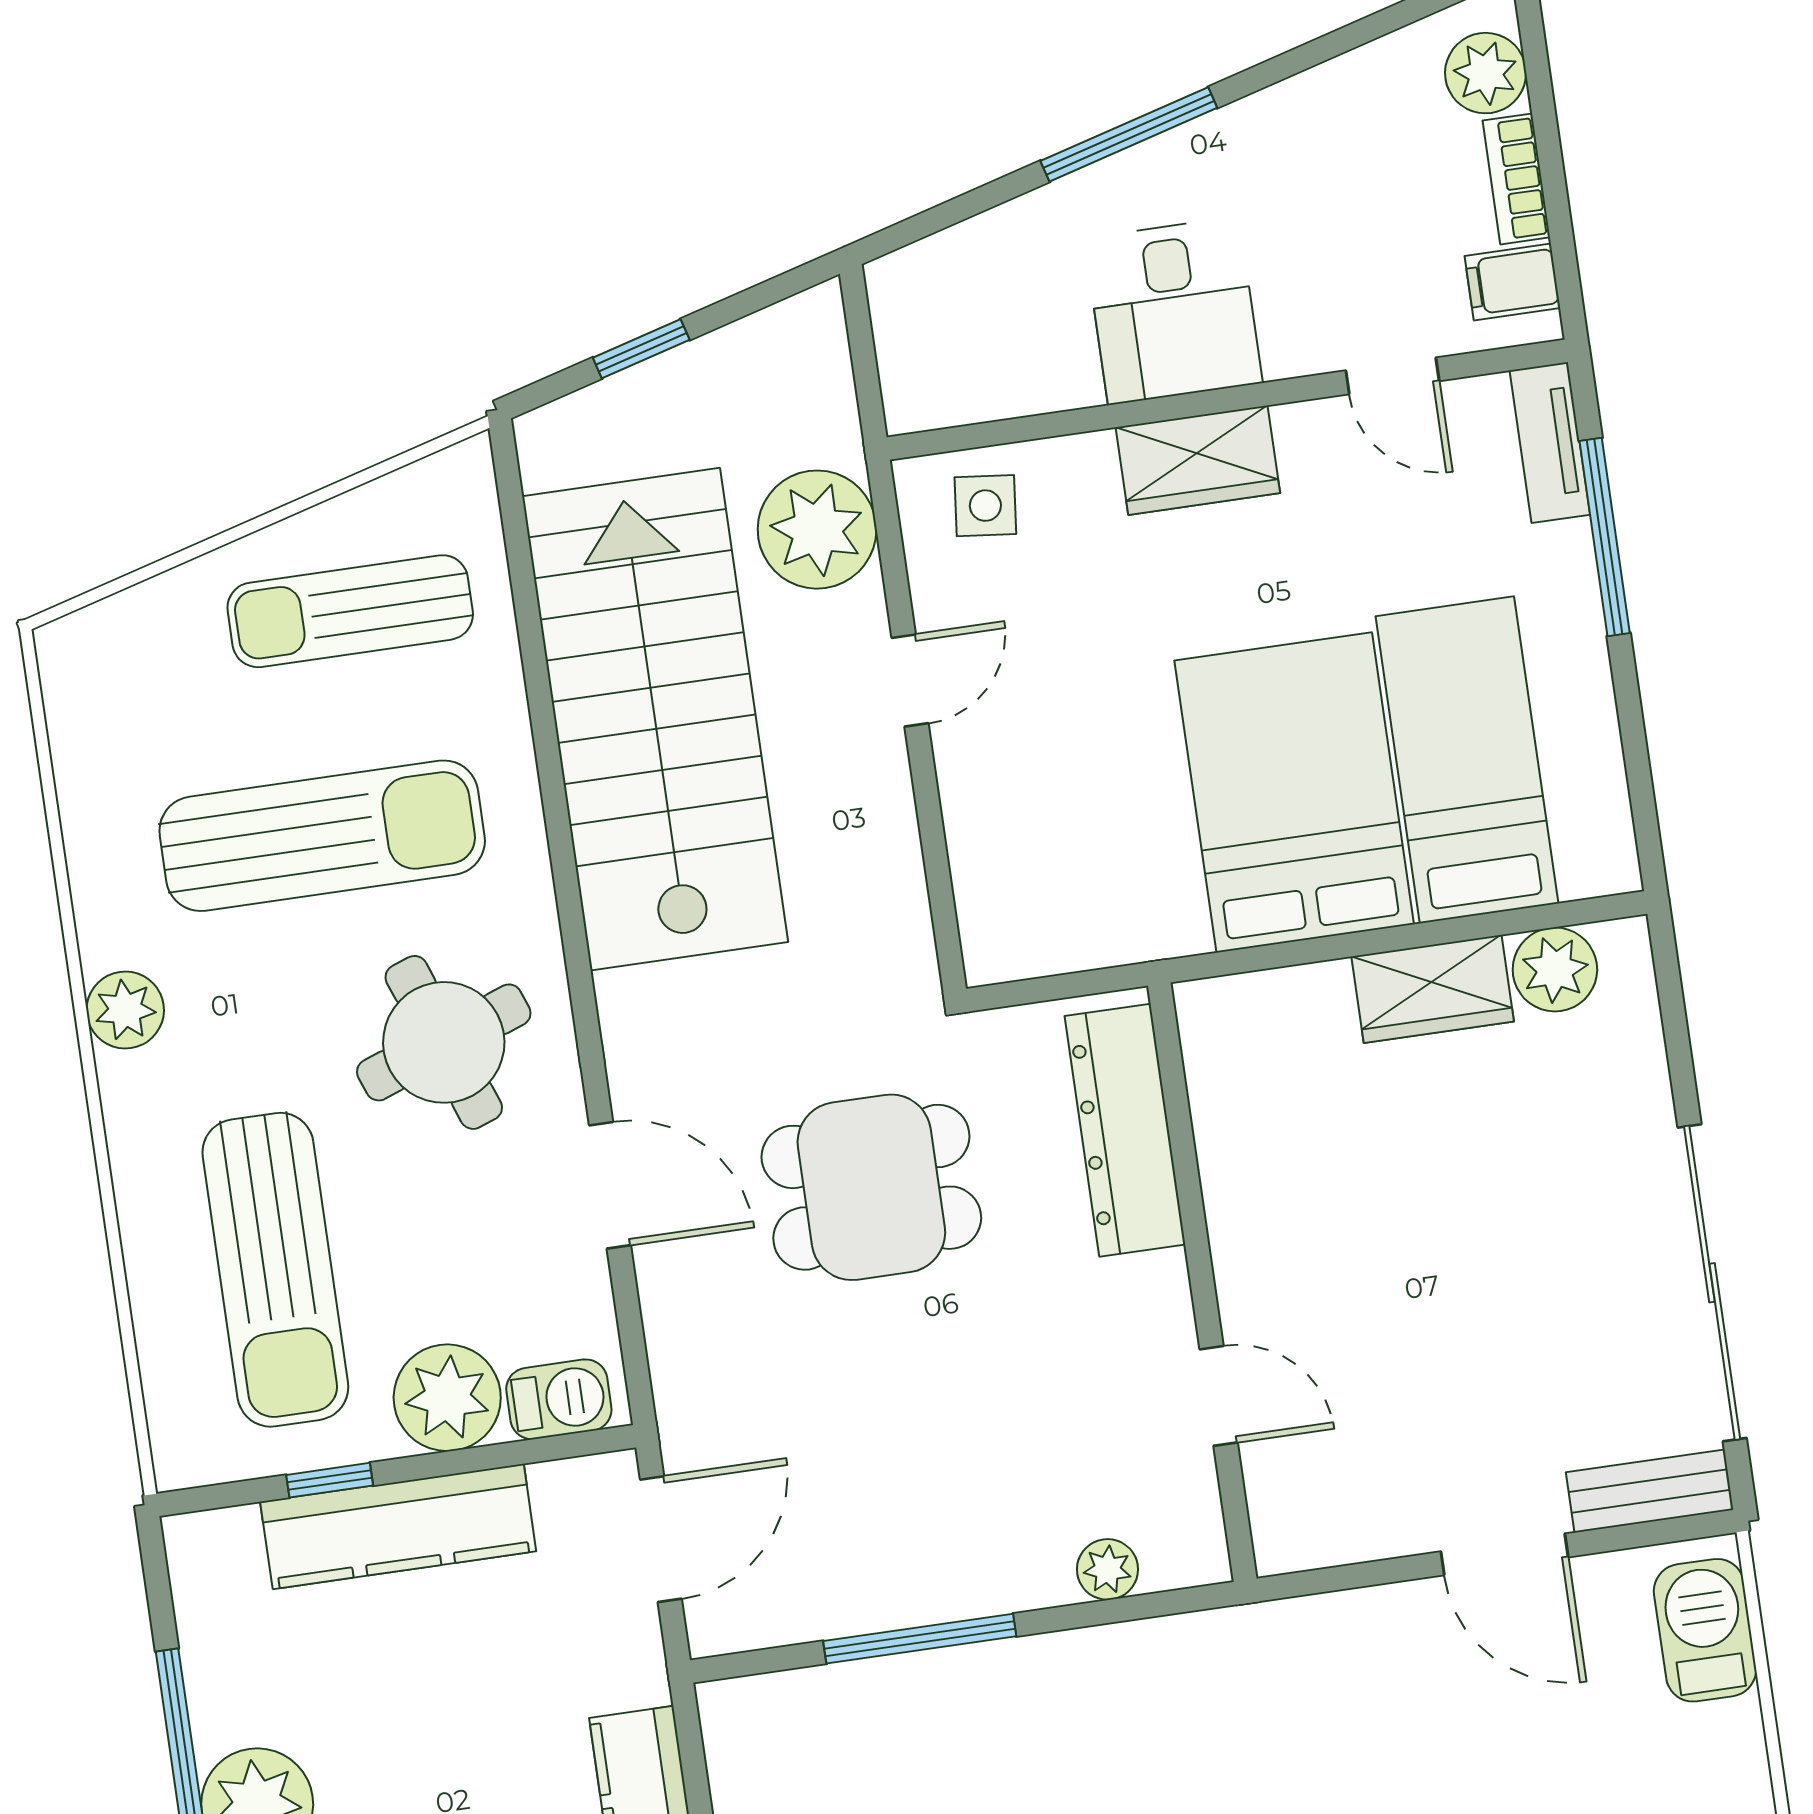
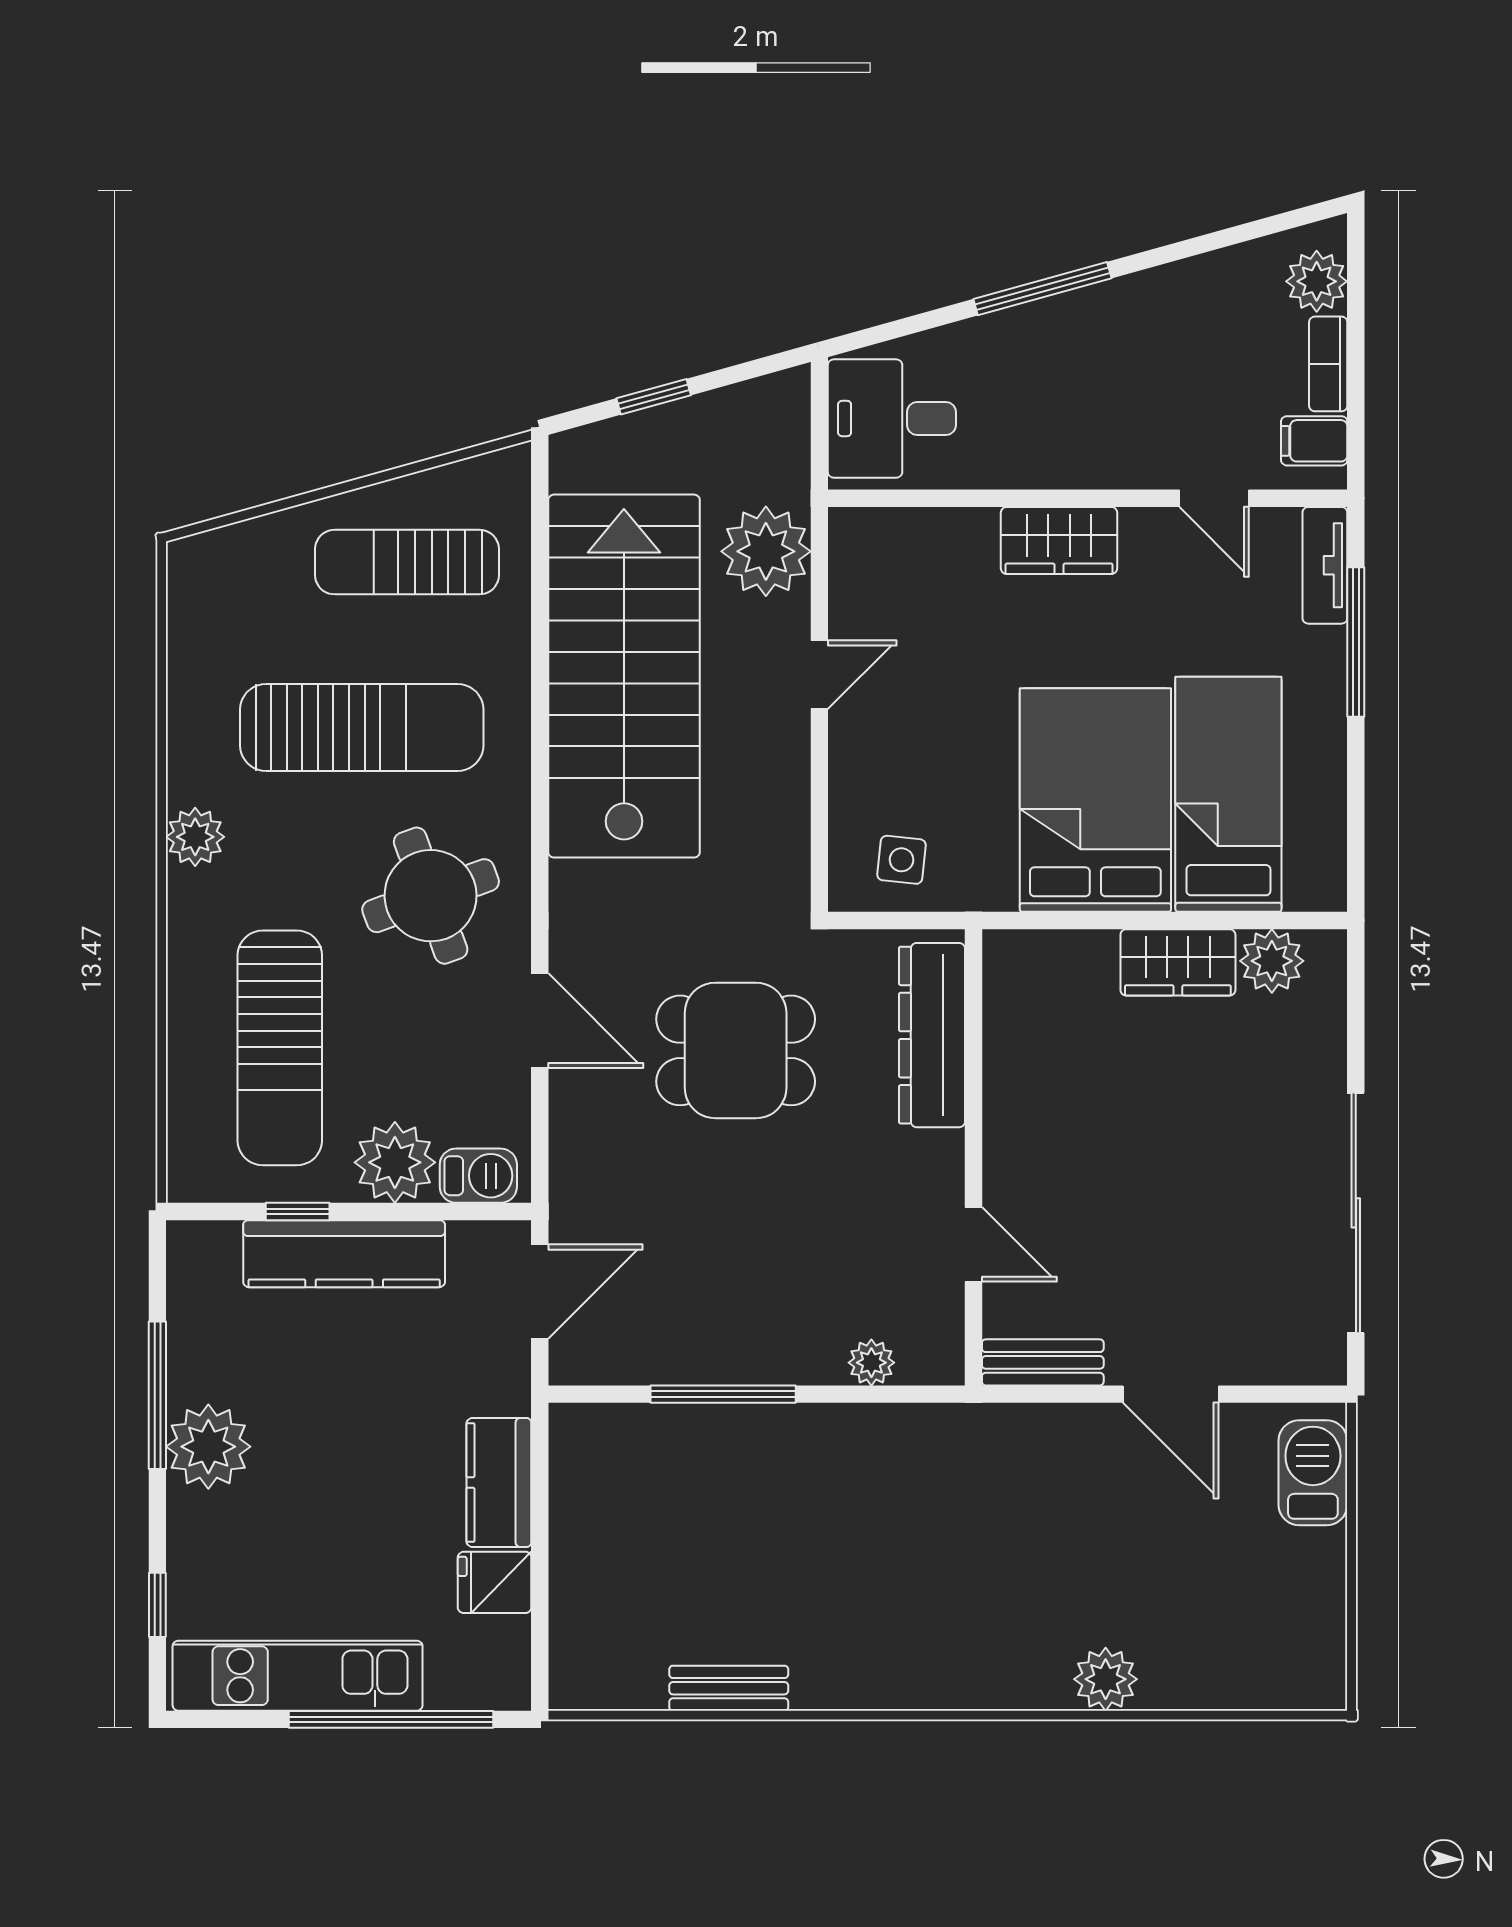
desk: (1173, 311) -> (892, 419), moved, turned 90
side table: (985, 506) -> (902, 860), moved
bench: (1650, 1491) -> (1043, 1362), moved

